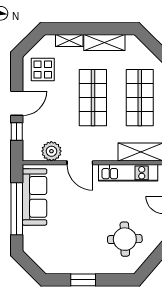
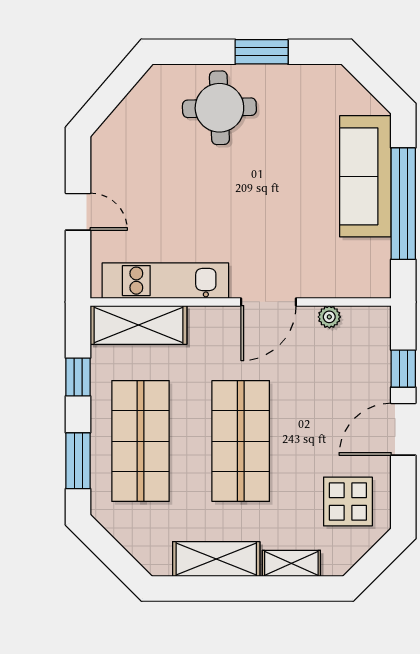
plant: (51, 151) -> (329, 317), width x0.53, depth x0.53
door: (80, 163) -> (269, 302), swing flipped
sofa: (35, 197) -> (365, 176), moved
round table: (125, 239) -> (219, 108), moved

